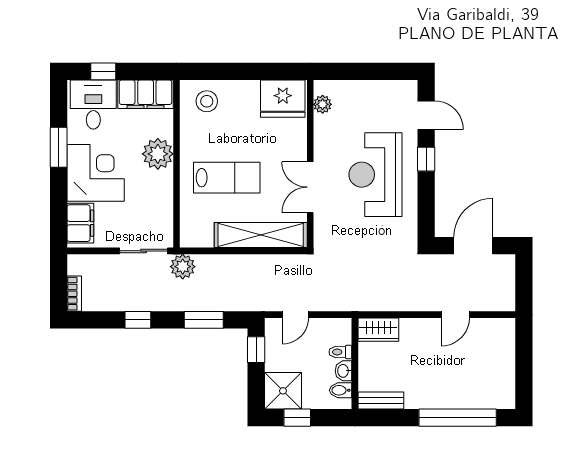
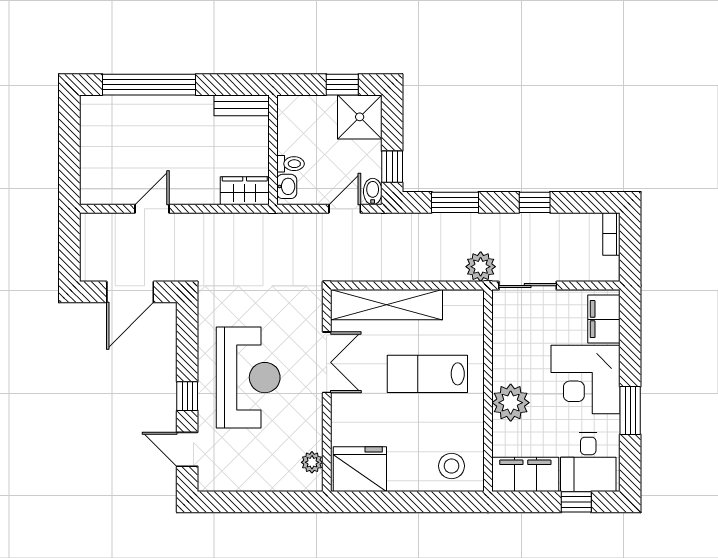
washbasin: (343, 371) -> (287, 186), moved
bidet: (341, 390) -> (373, 191), moved, turned -90

